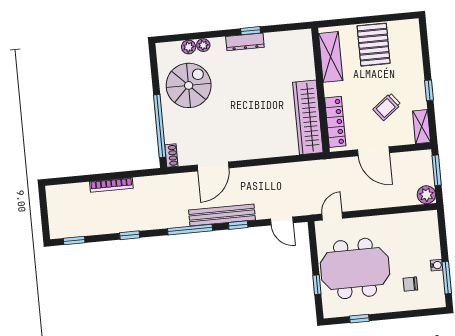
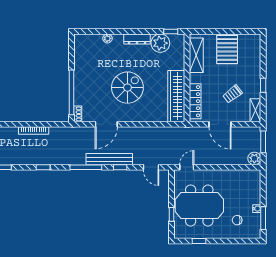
window: (251, 31) -> (171, 31), moved
plant: (189, 47) -> (160, 43), moved, width x1.87, depth x1.87
spiral stairs: (189, 85) -> (127, 88), moved

